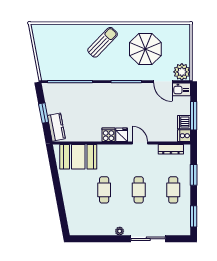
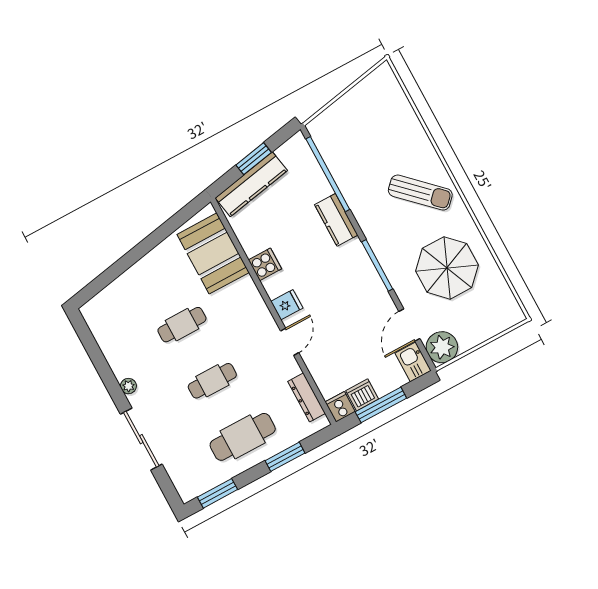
kitchen counter: (94, 89) -> (336, 220), added
kitchen counter: (56, 127) -> (251, 184), width x1.50
cooker: (109, 135) -> (265, 264), moved
cafe table: (173, 190) -> (243, 437), width x1.37, depth x1.35

